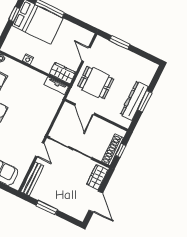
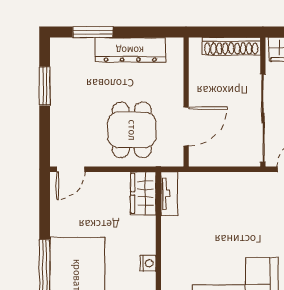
window: (120, 42) -> (45, 86), moved
door: (86, 54) -> (71, 169), moved
window: (145, 101) -> (93, 32), moved
window: (121, 151) -> (226, 32), removed

